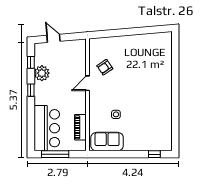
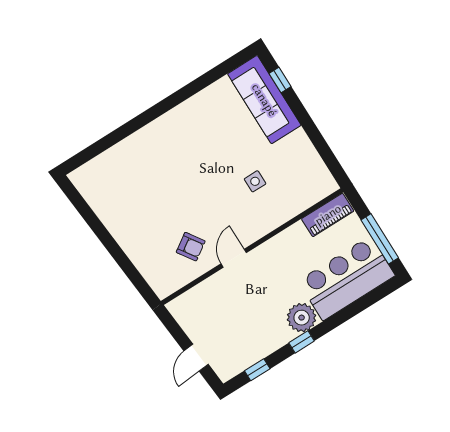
plant: (42, 73) -> (302, 318), moved
door: (88, 83) -> (234, 258), swing flipped
piano: (80, 127) -> (328, 215), moved
sofa: (107, 142) -> (264, 100), moved, width x1.36

